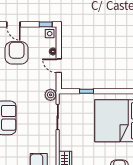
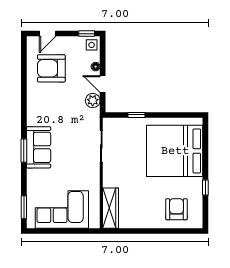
door: (13, 24) -> (48, 34), hinge flipped
armchair: (17, 53) -> (51, 68), turned -90
plant: (51, 95) -> (93, 101), moved

